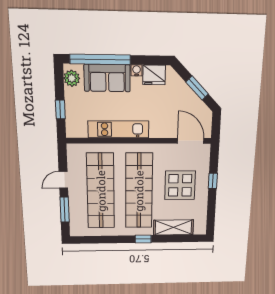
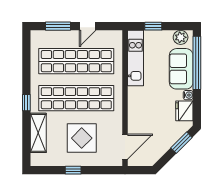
window: (197, 88) -> (181, 143), moved
kitchen unit: (118, 129) -> (136, 58), moved
door: (63, 180) -> (88, 26), swing flipped
window: (213, 181) -> (73, 170), moved

